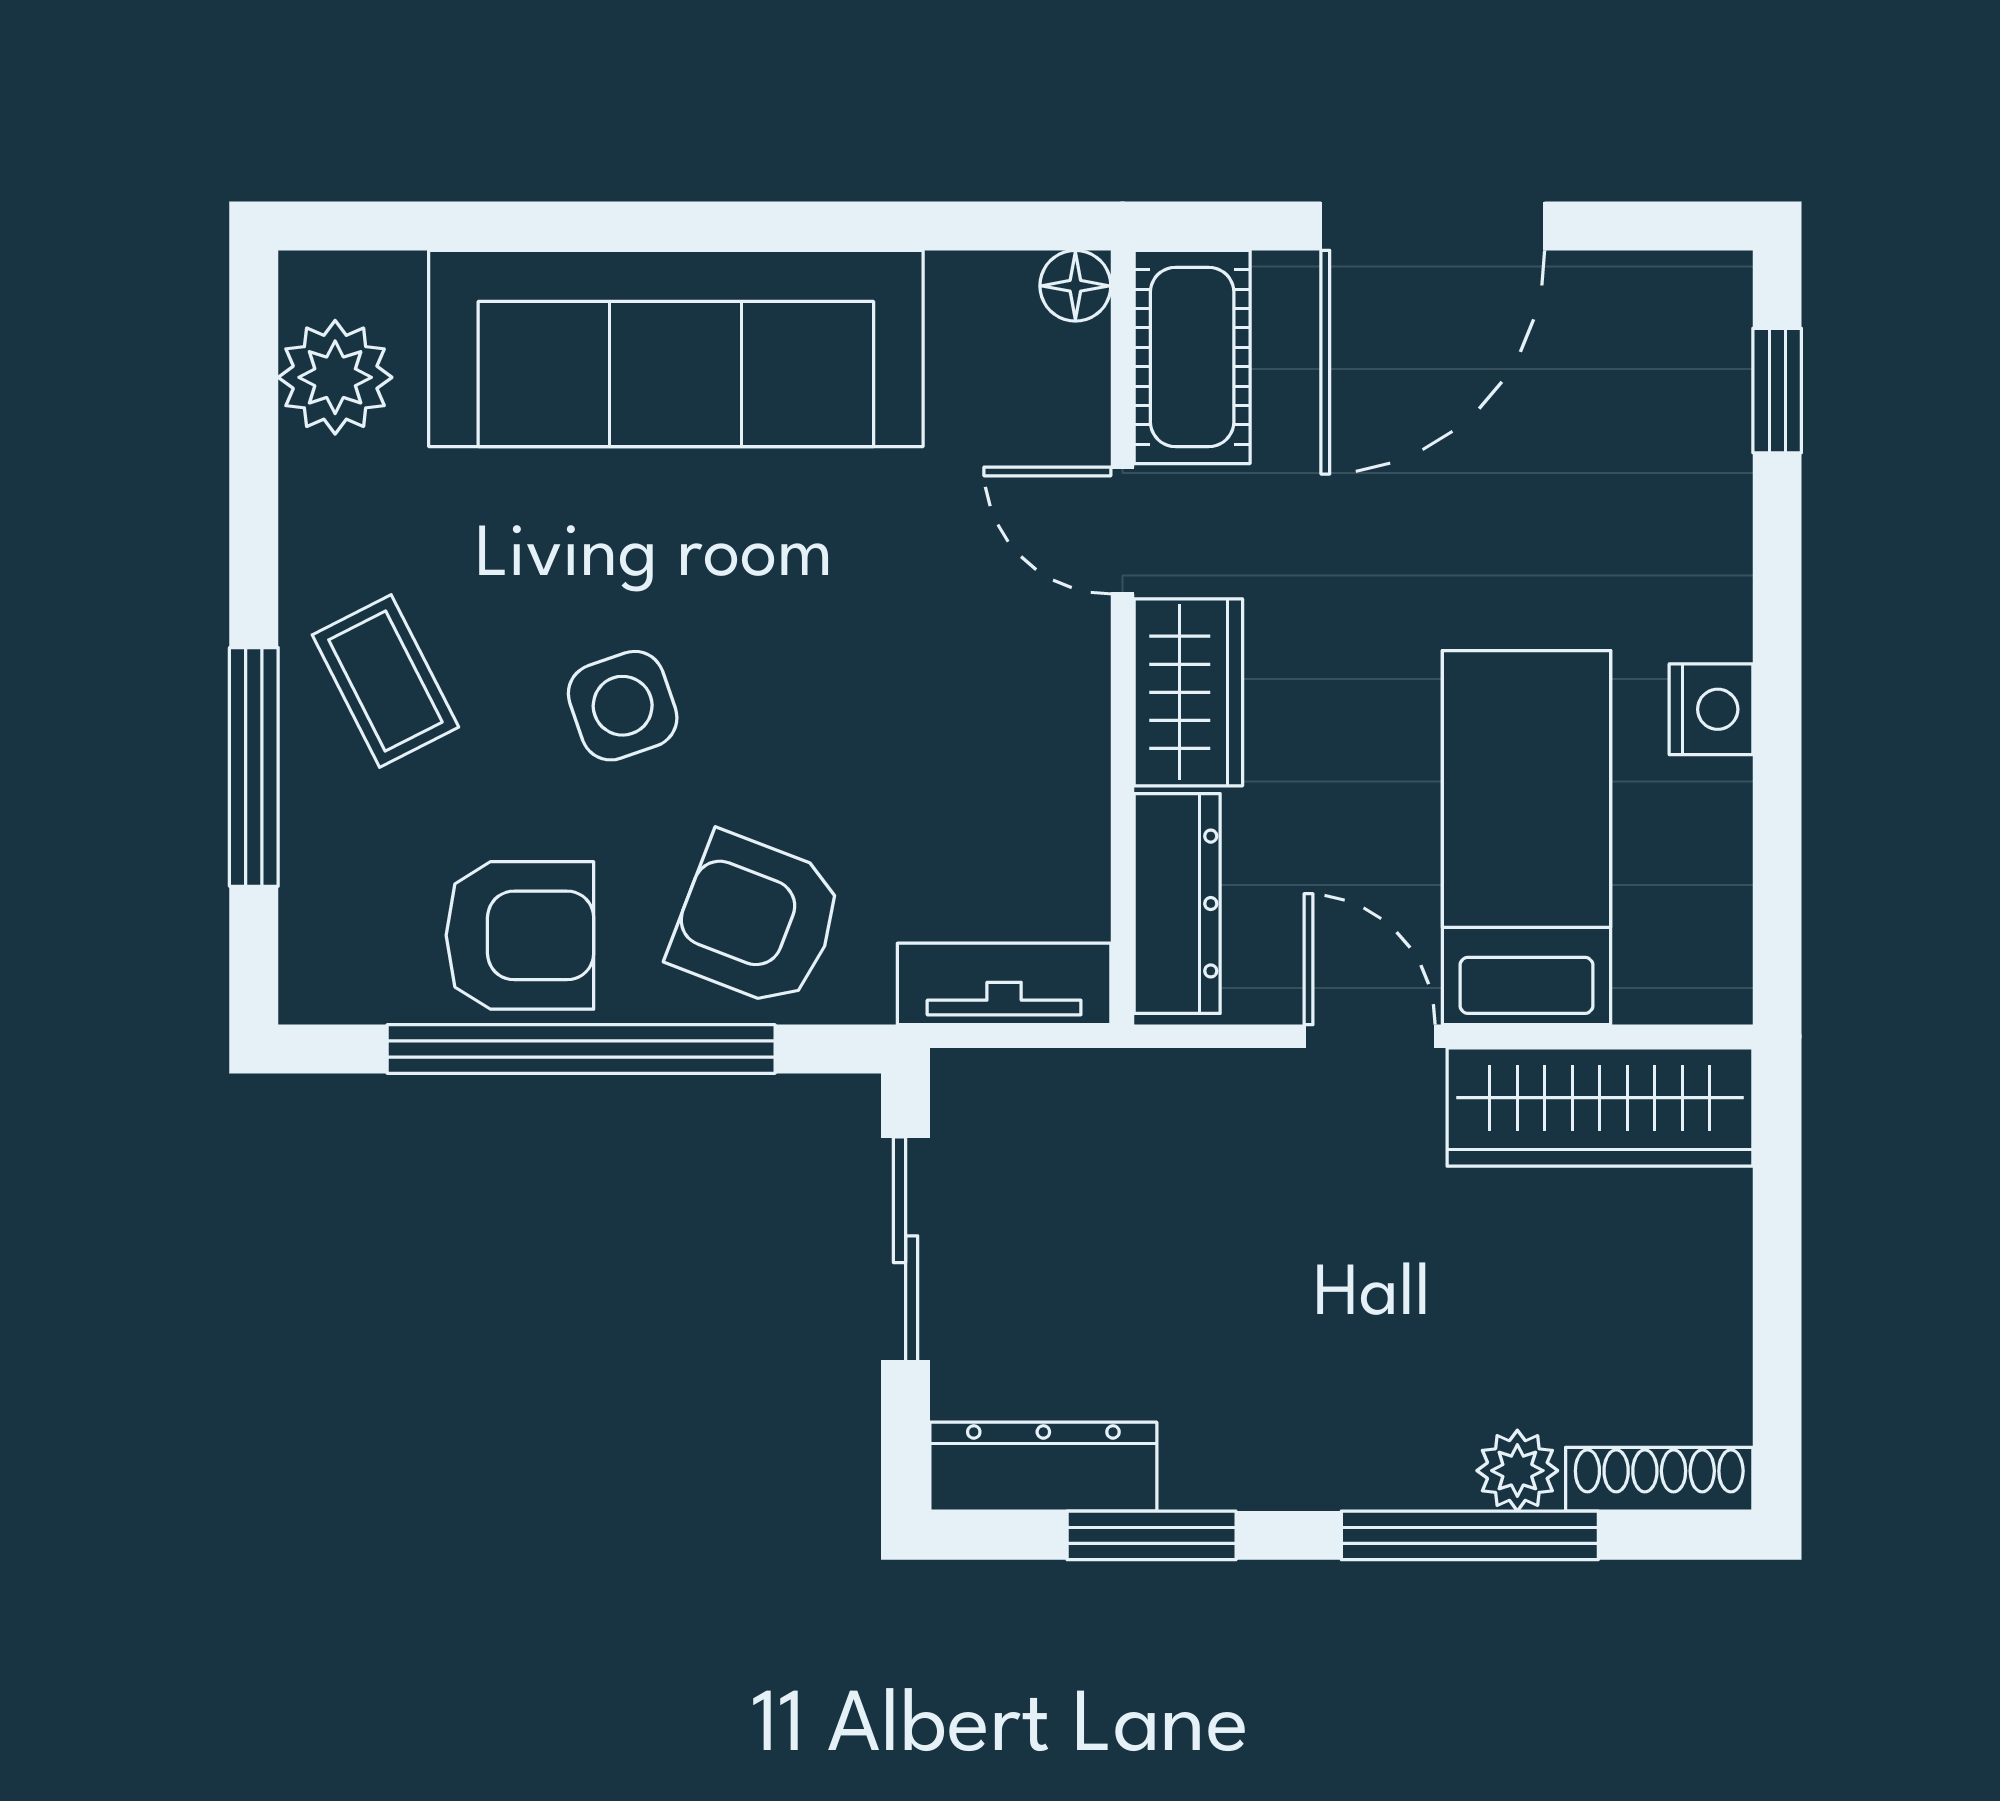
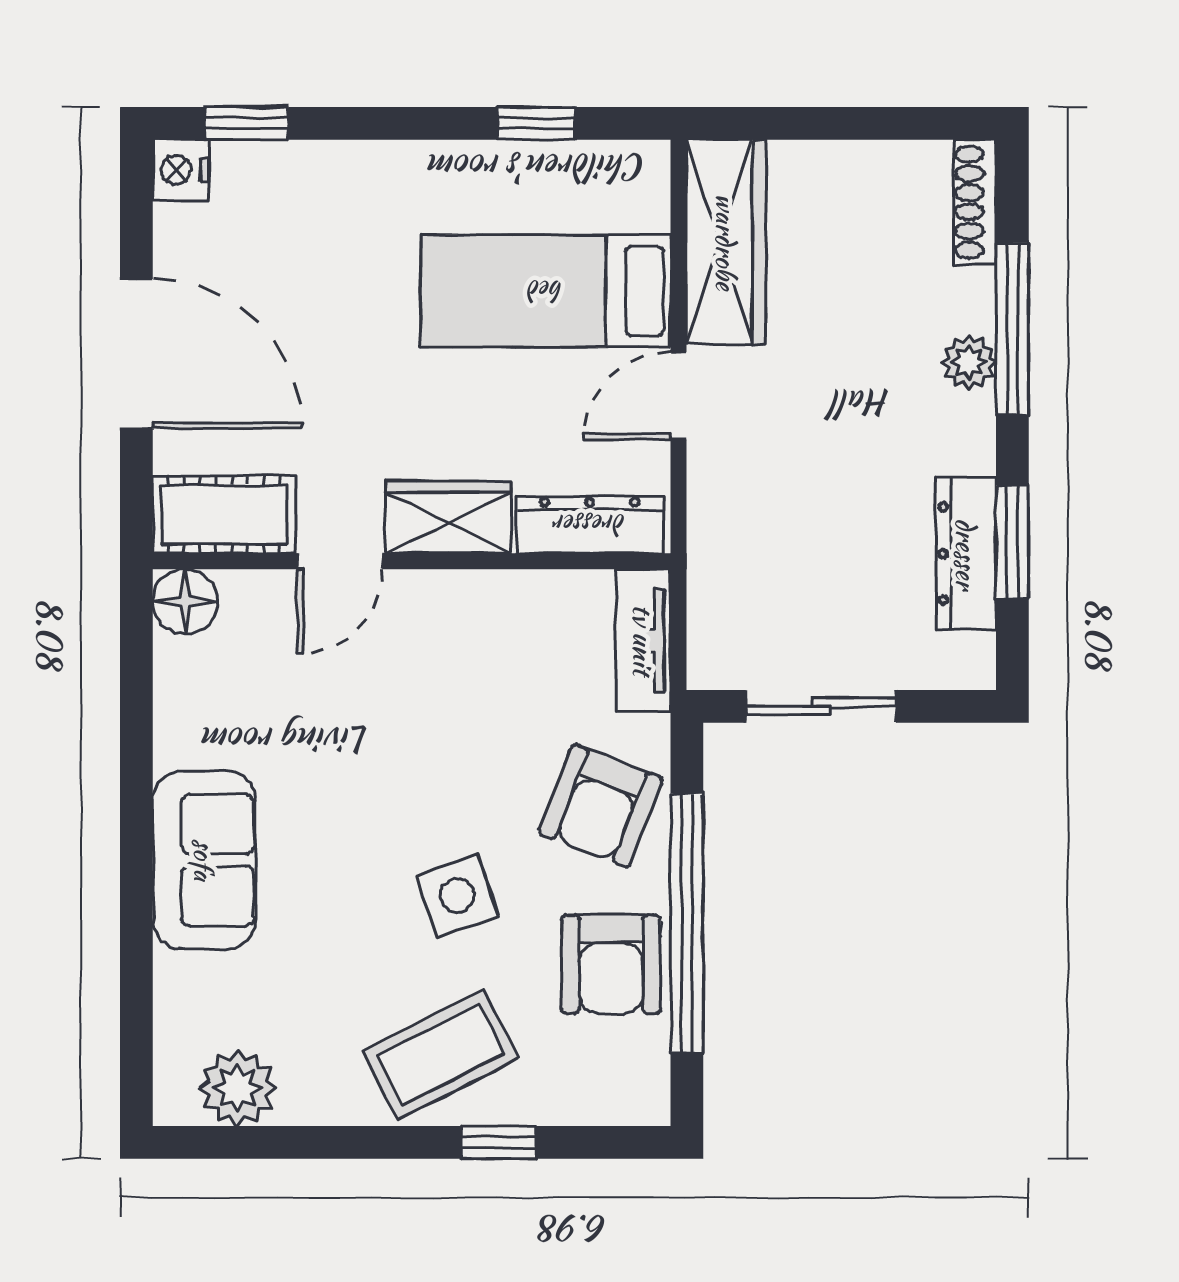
floor lamp: (1075, 286) -> (185, 602), width x1.37, depth x1.37
sofa: (676, 348) -> (204, 860), width x0.54, depth x0.79
coffee table: (385, 681) -> (441, 1054), width x1.36, depth x1.30
nightstand: (1711, 709) -> (181, 170), moved, turned -90
window: (254, 767) -> (498, 1142), width x0.46
window: (1777, 823) -> (536, 123), added
armchair: (520, 935) -> (611, 964), turned 180
dresser: (1043, 1467) -> (966, 554), moved
plant: (1517, 1471) -> (969, 362), moved

